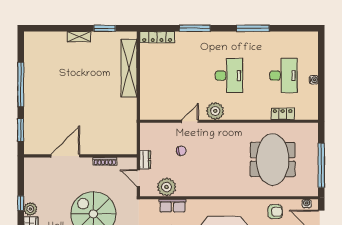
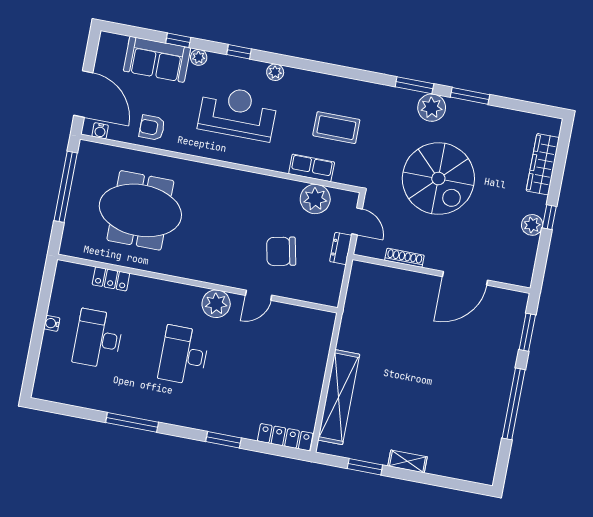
window: (195, 28) -> (224, 440), width x0.69
chair: (181, 151) -> (281, 251), width x1.87, depth x1.87
meeting table: (273, 159) -> (140, 210), turned 90
plant: (30, 209) -> (532, 225), moved

